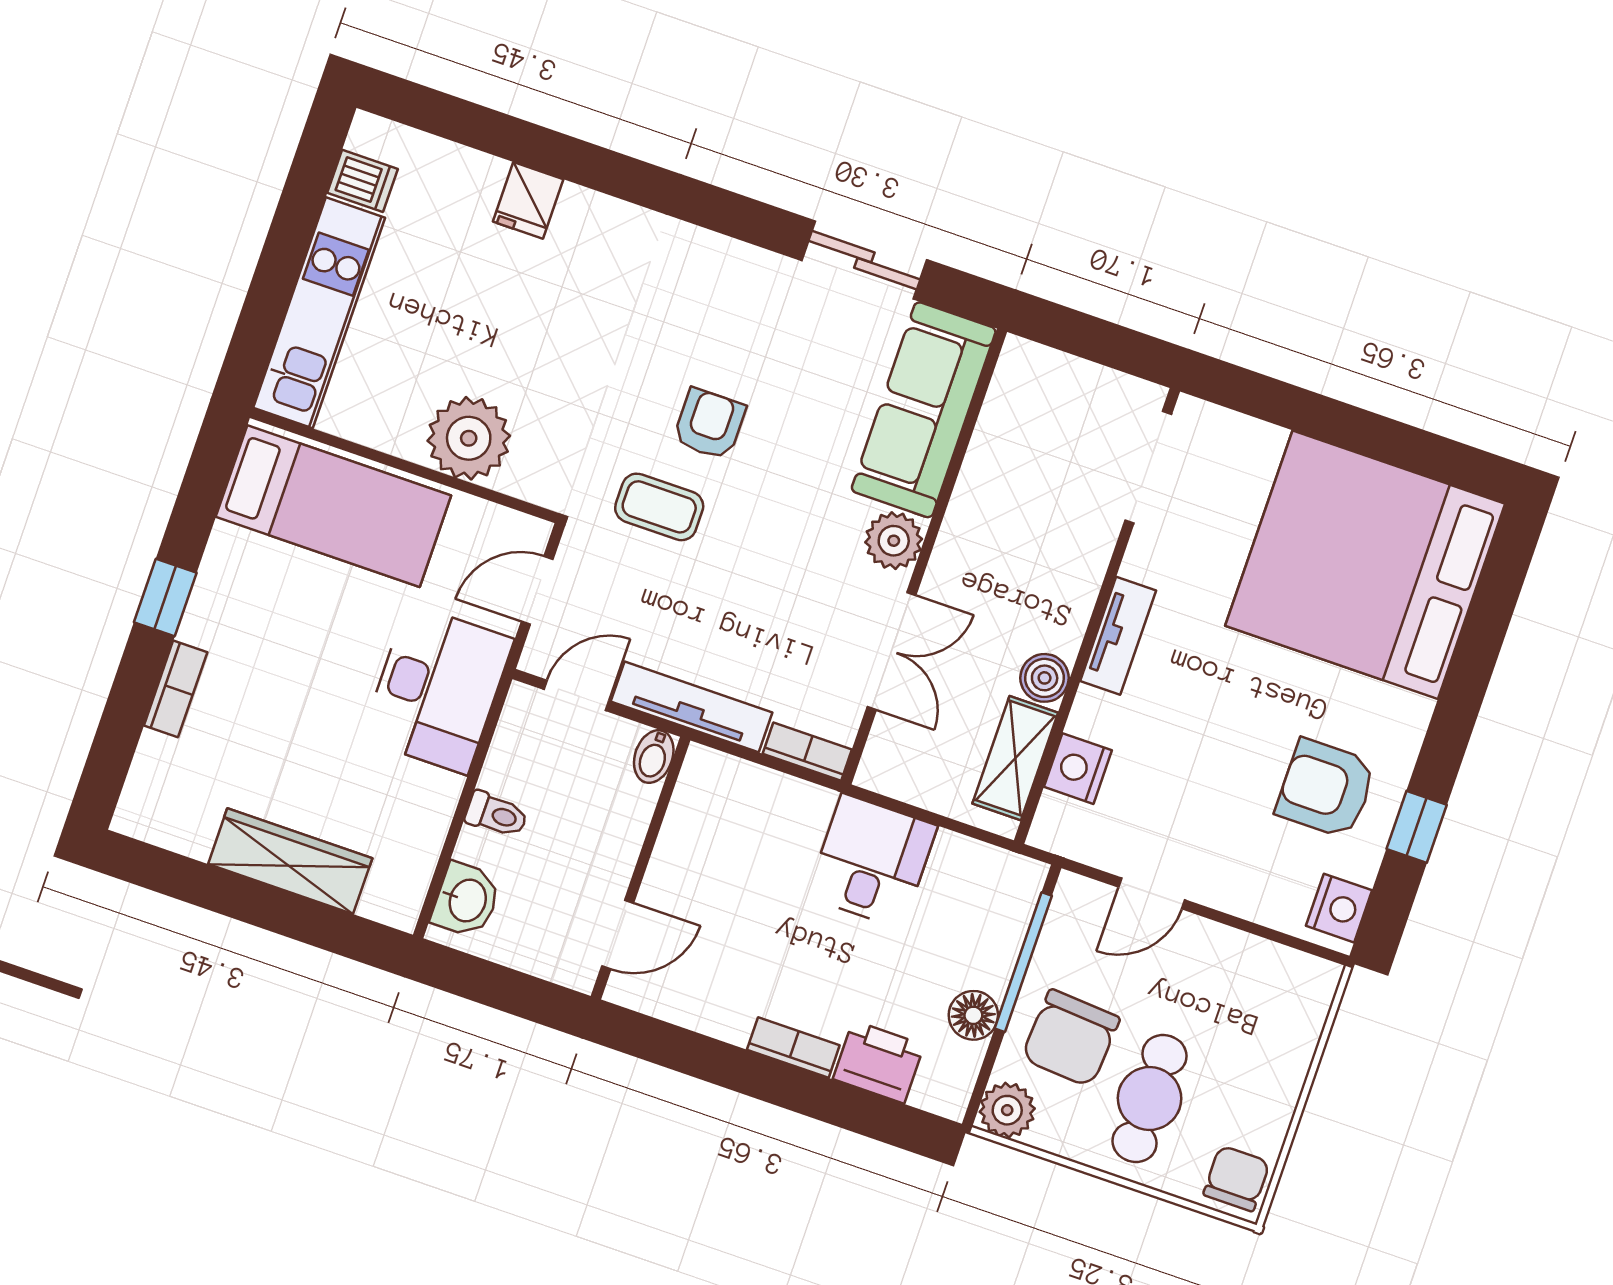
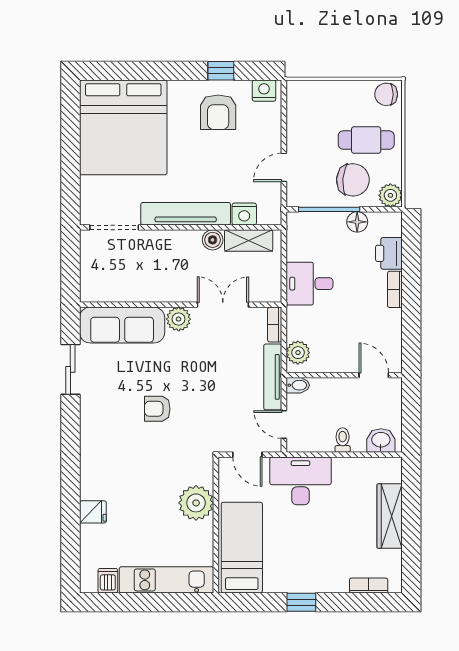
coffee table: (659, 507) -> (197, 417), removed
tv unit: (1118, 636) -> (186, 214), width x1.92, depth x1.29
bookcase: (176, 689) -> (369, 586), moved
plant: (727, 782) -> (298, 353), added
door: (1152, 893) -> (284, 167), swing flipped

